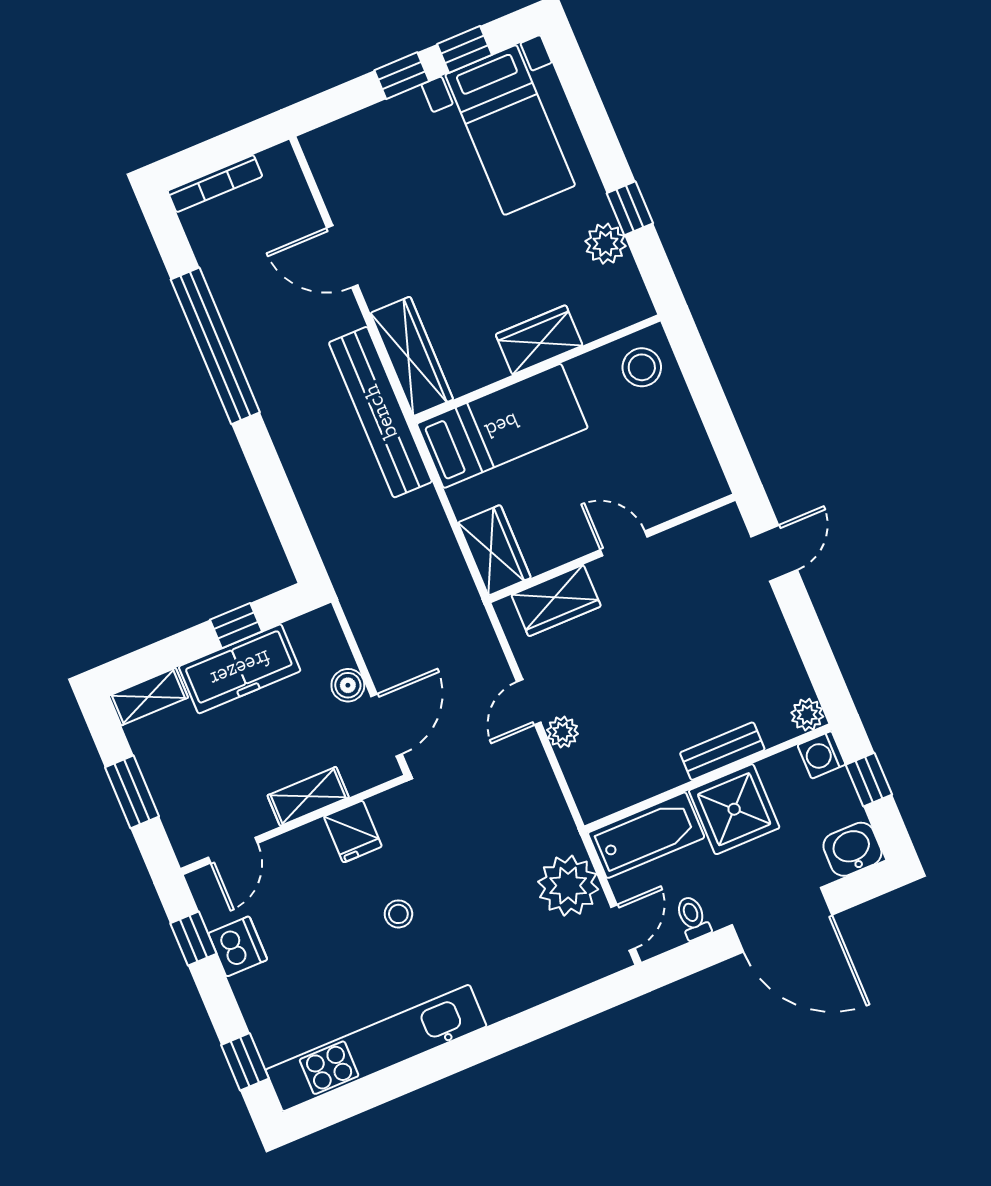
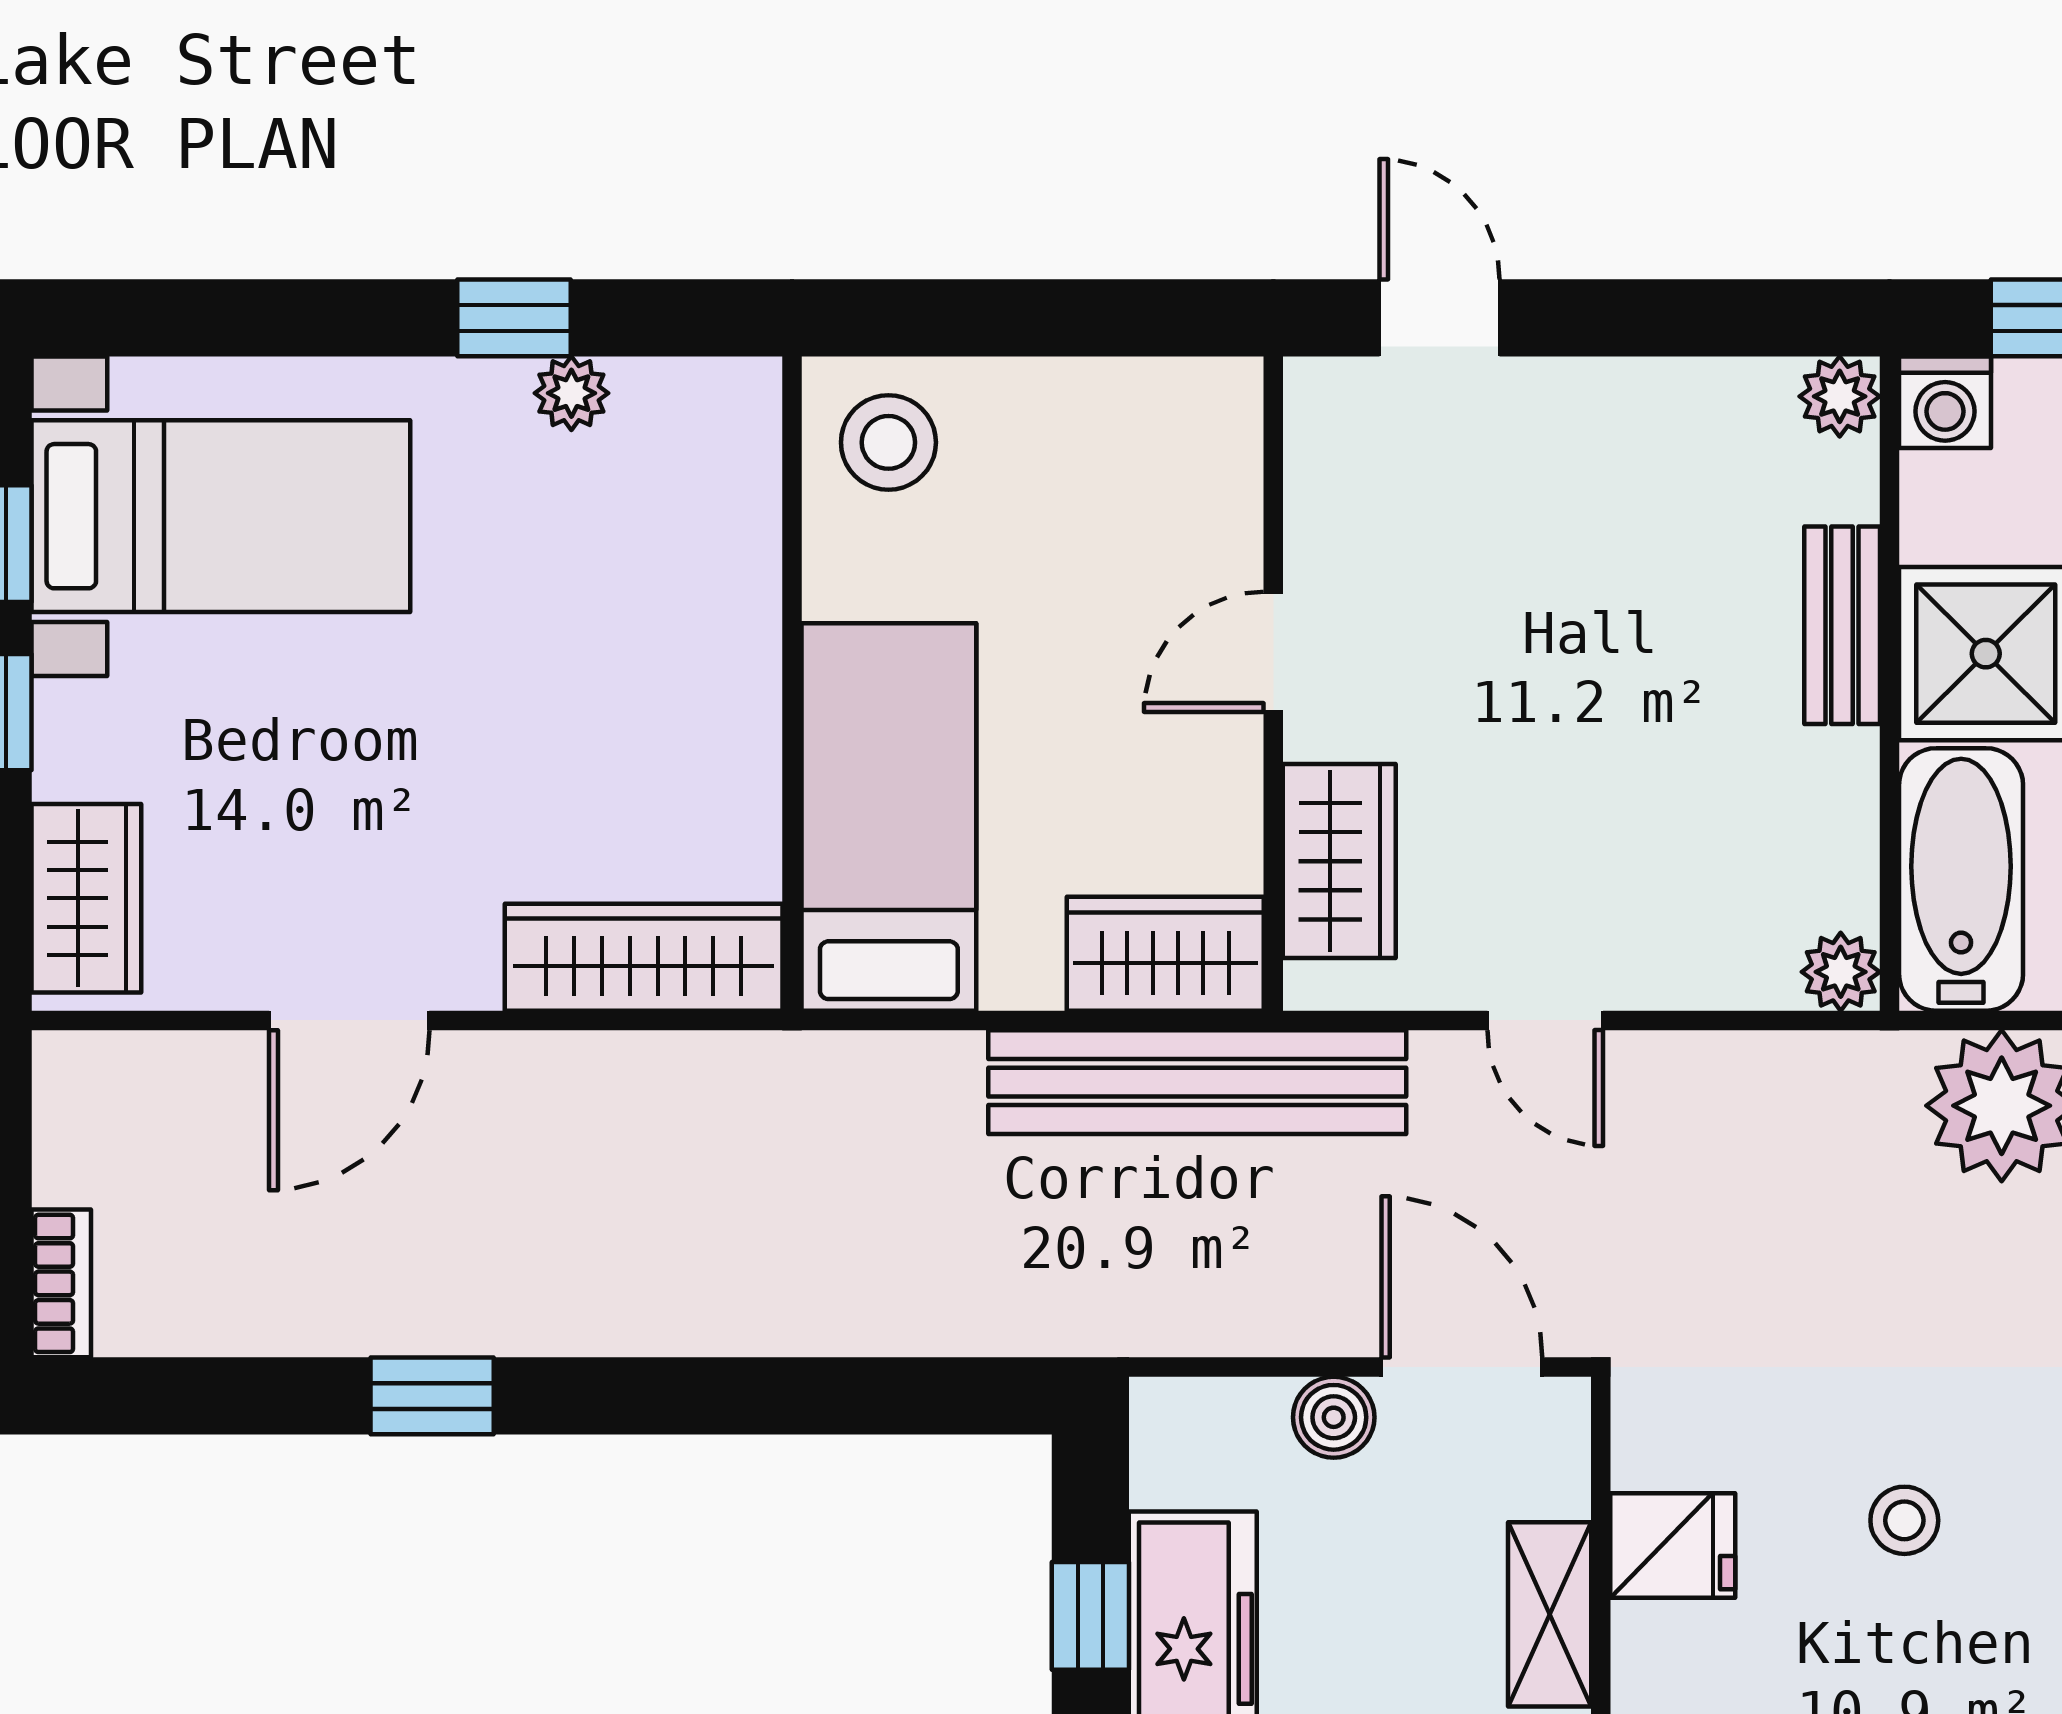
bookcase: (215, 184) -> (61, 1283), width x0.64
plant: (606, 244) -> (571, 393), width x0.73, depth x0.73
wardrobe: (539, 340) -> (86, 898), moved, turned 180
window: (215, 346) -> (432, 1396), width x0.32
bench: (380, 412) -> (1197, 1082), moved
plant: (563, 732) -> (1841, 972), moved

